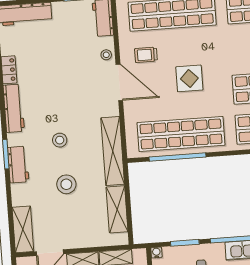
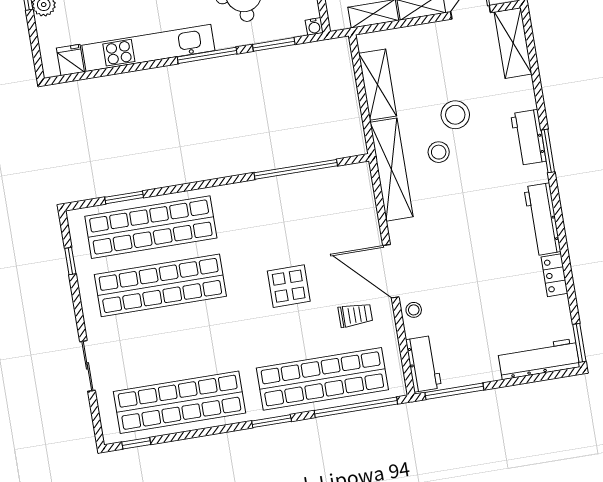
shop shelf: (181, 134) -> (294, 204), removed
stool: (60, 140) -> (439, 152), moved

